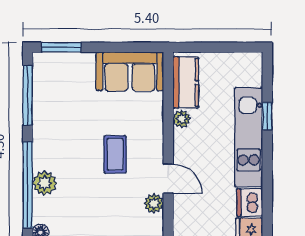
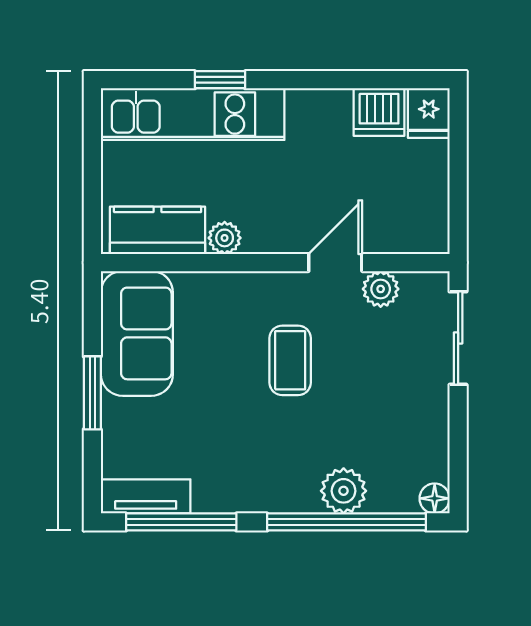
window: (61, 47) -> (92, 393), moved
tv unit: (42, 76) -> (146, 496), added
kitchen unit: (249, 137) -> (193, 114), moved
coffee table: (115, 154) -> (290, 360), turned 90

